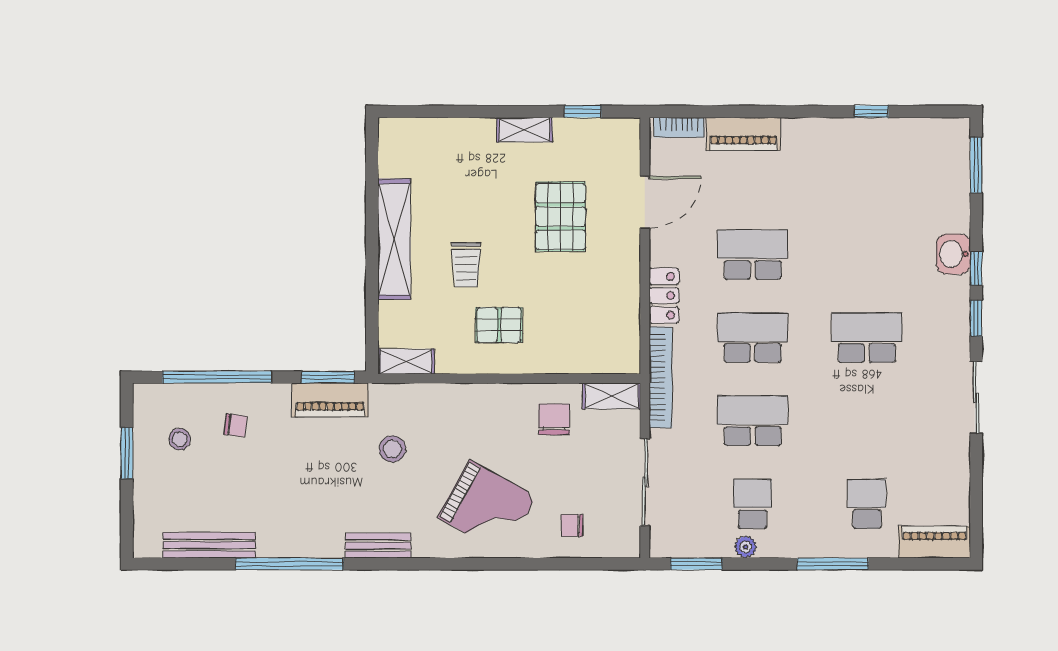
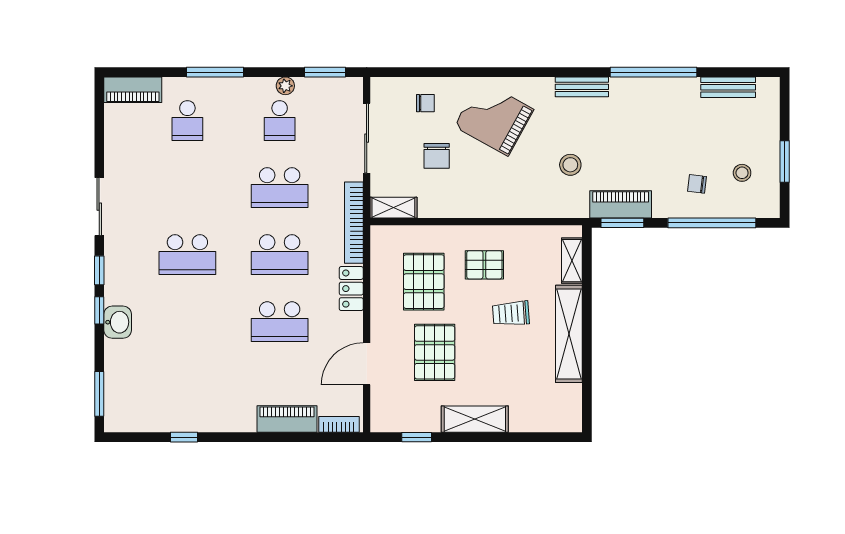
shelving: (525, 130) -> (475, 419), width x1.50, depth x1.33
trolley: (466, 265) -> (511, 313), turned -94
pallet: (574, 304) -> (424, 282), added
shelving: (406, 361) -> (572, 261), moved, turned 90
chair: (554, 419) -> (437, 156), moved
bench: (209, 545) -> (728, 87), width x0.73

